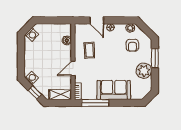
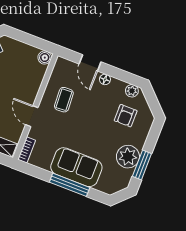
boiler: (67, 40) -> (45, 58), moved
window: (155, 58) -> (142, 165), moved
door: (73, 69) -> (32, 116), hinge flipped
window: (95, 103) -> (70, 185), moved

